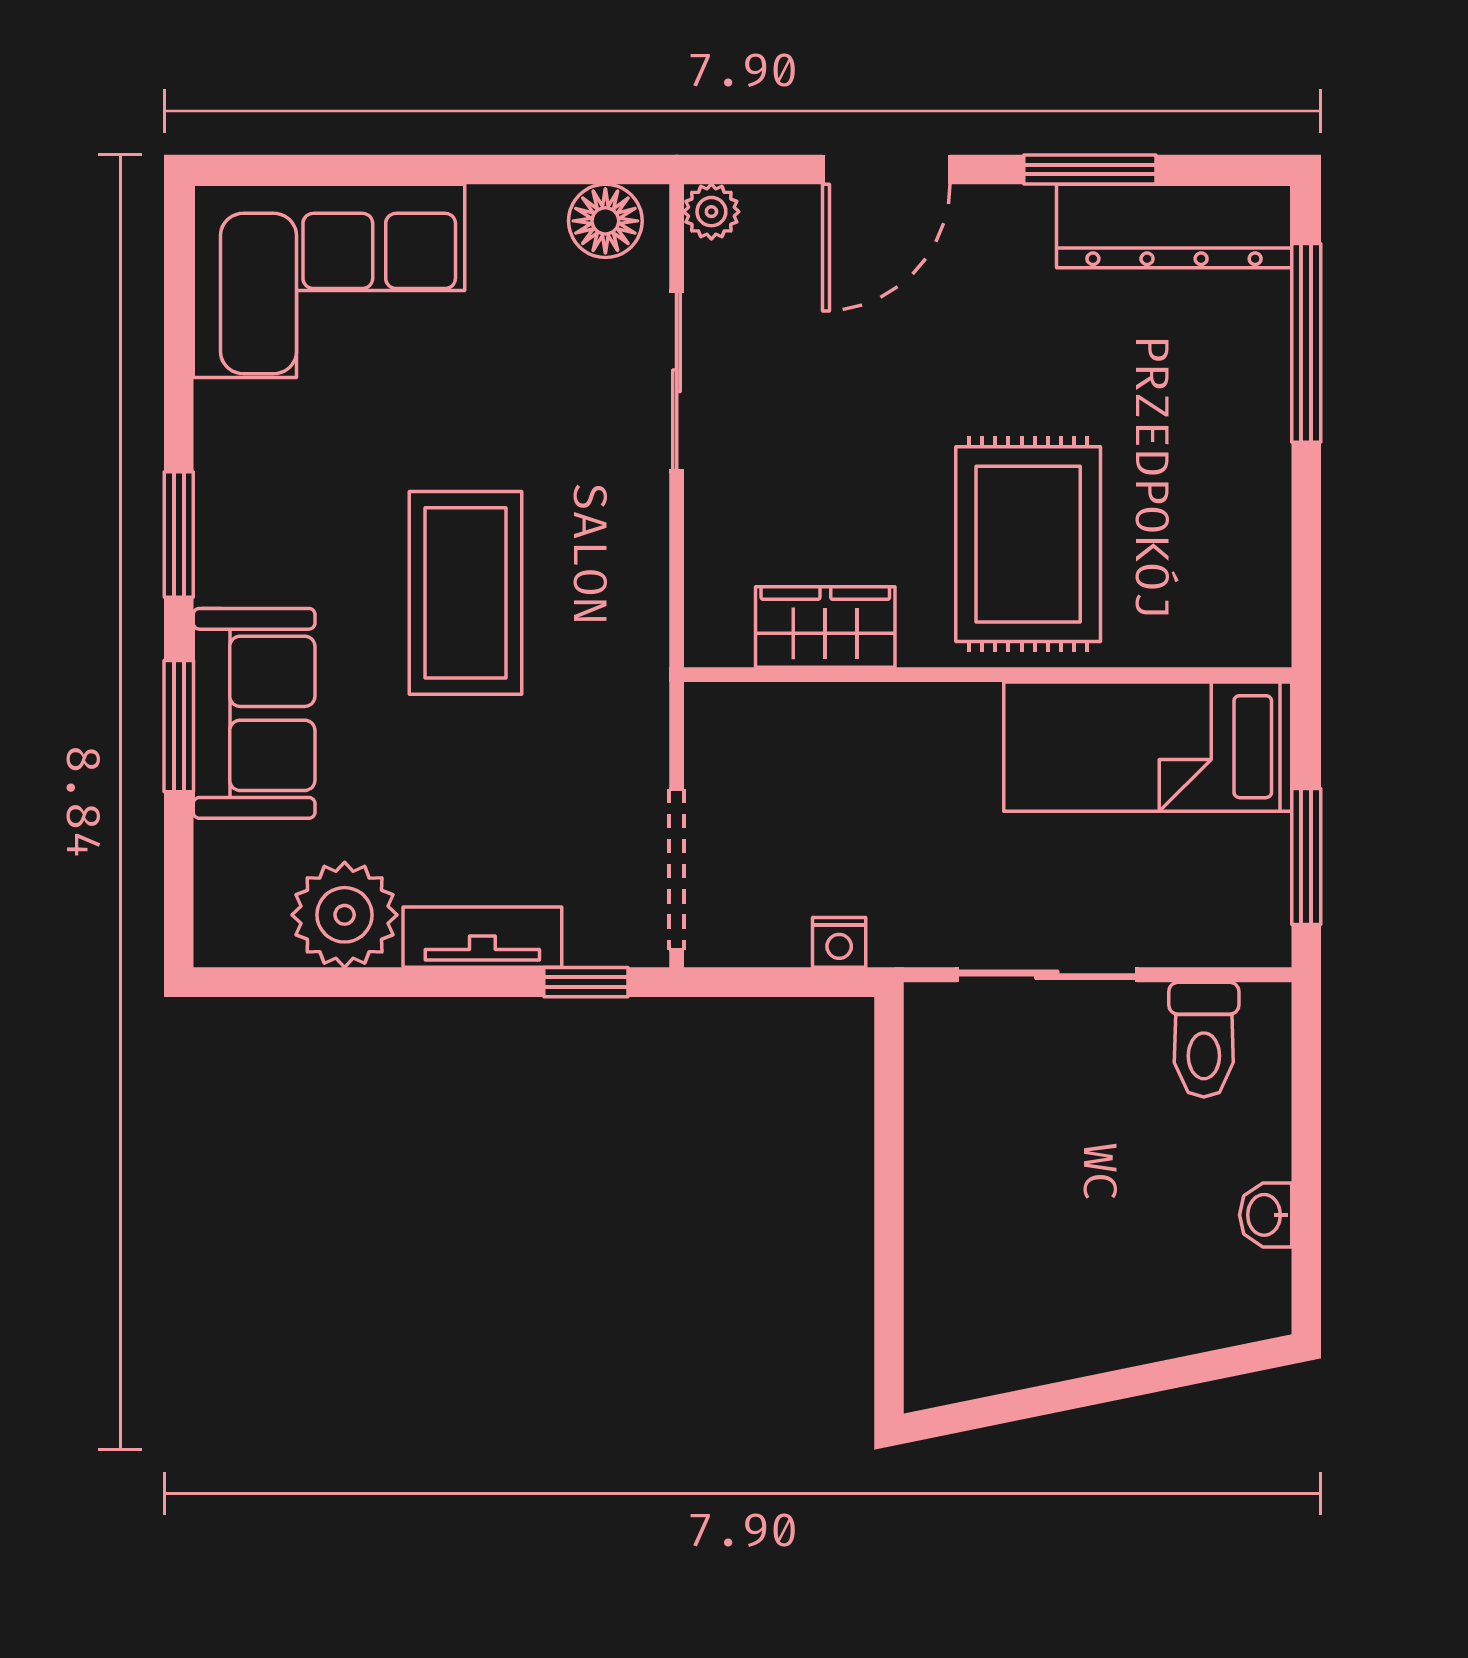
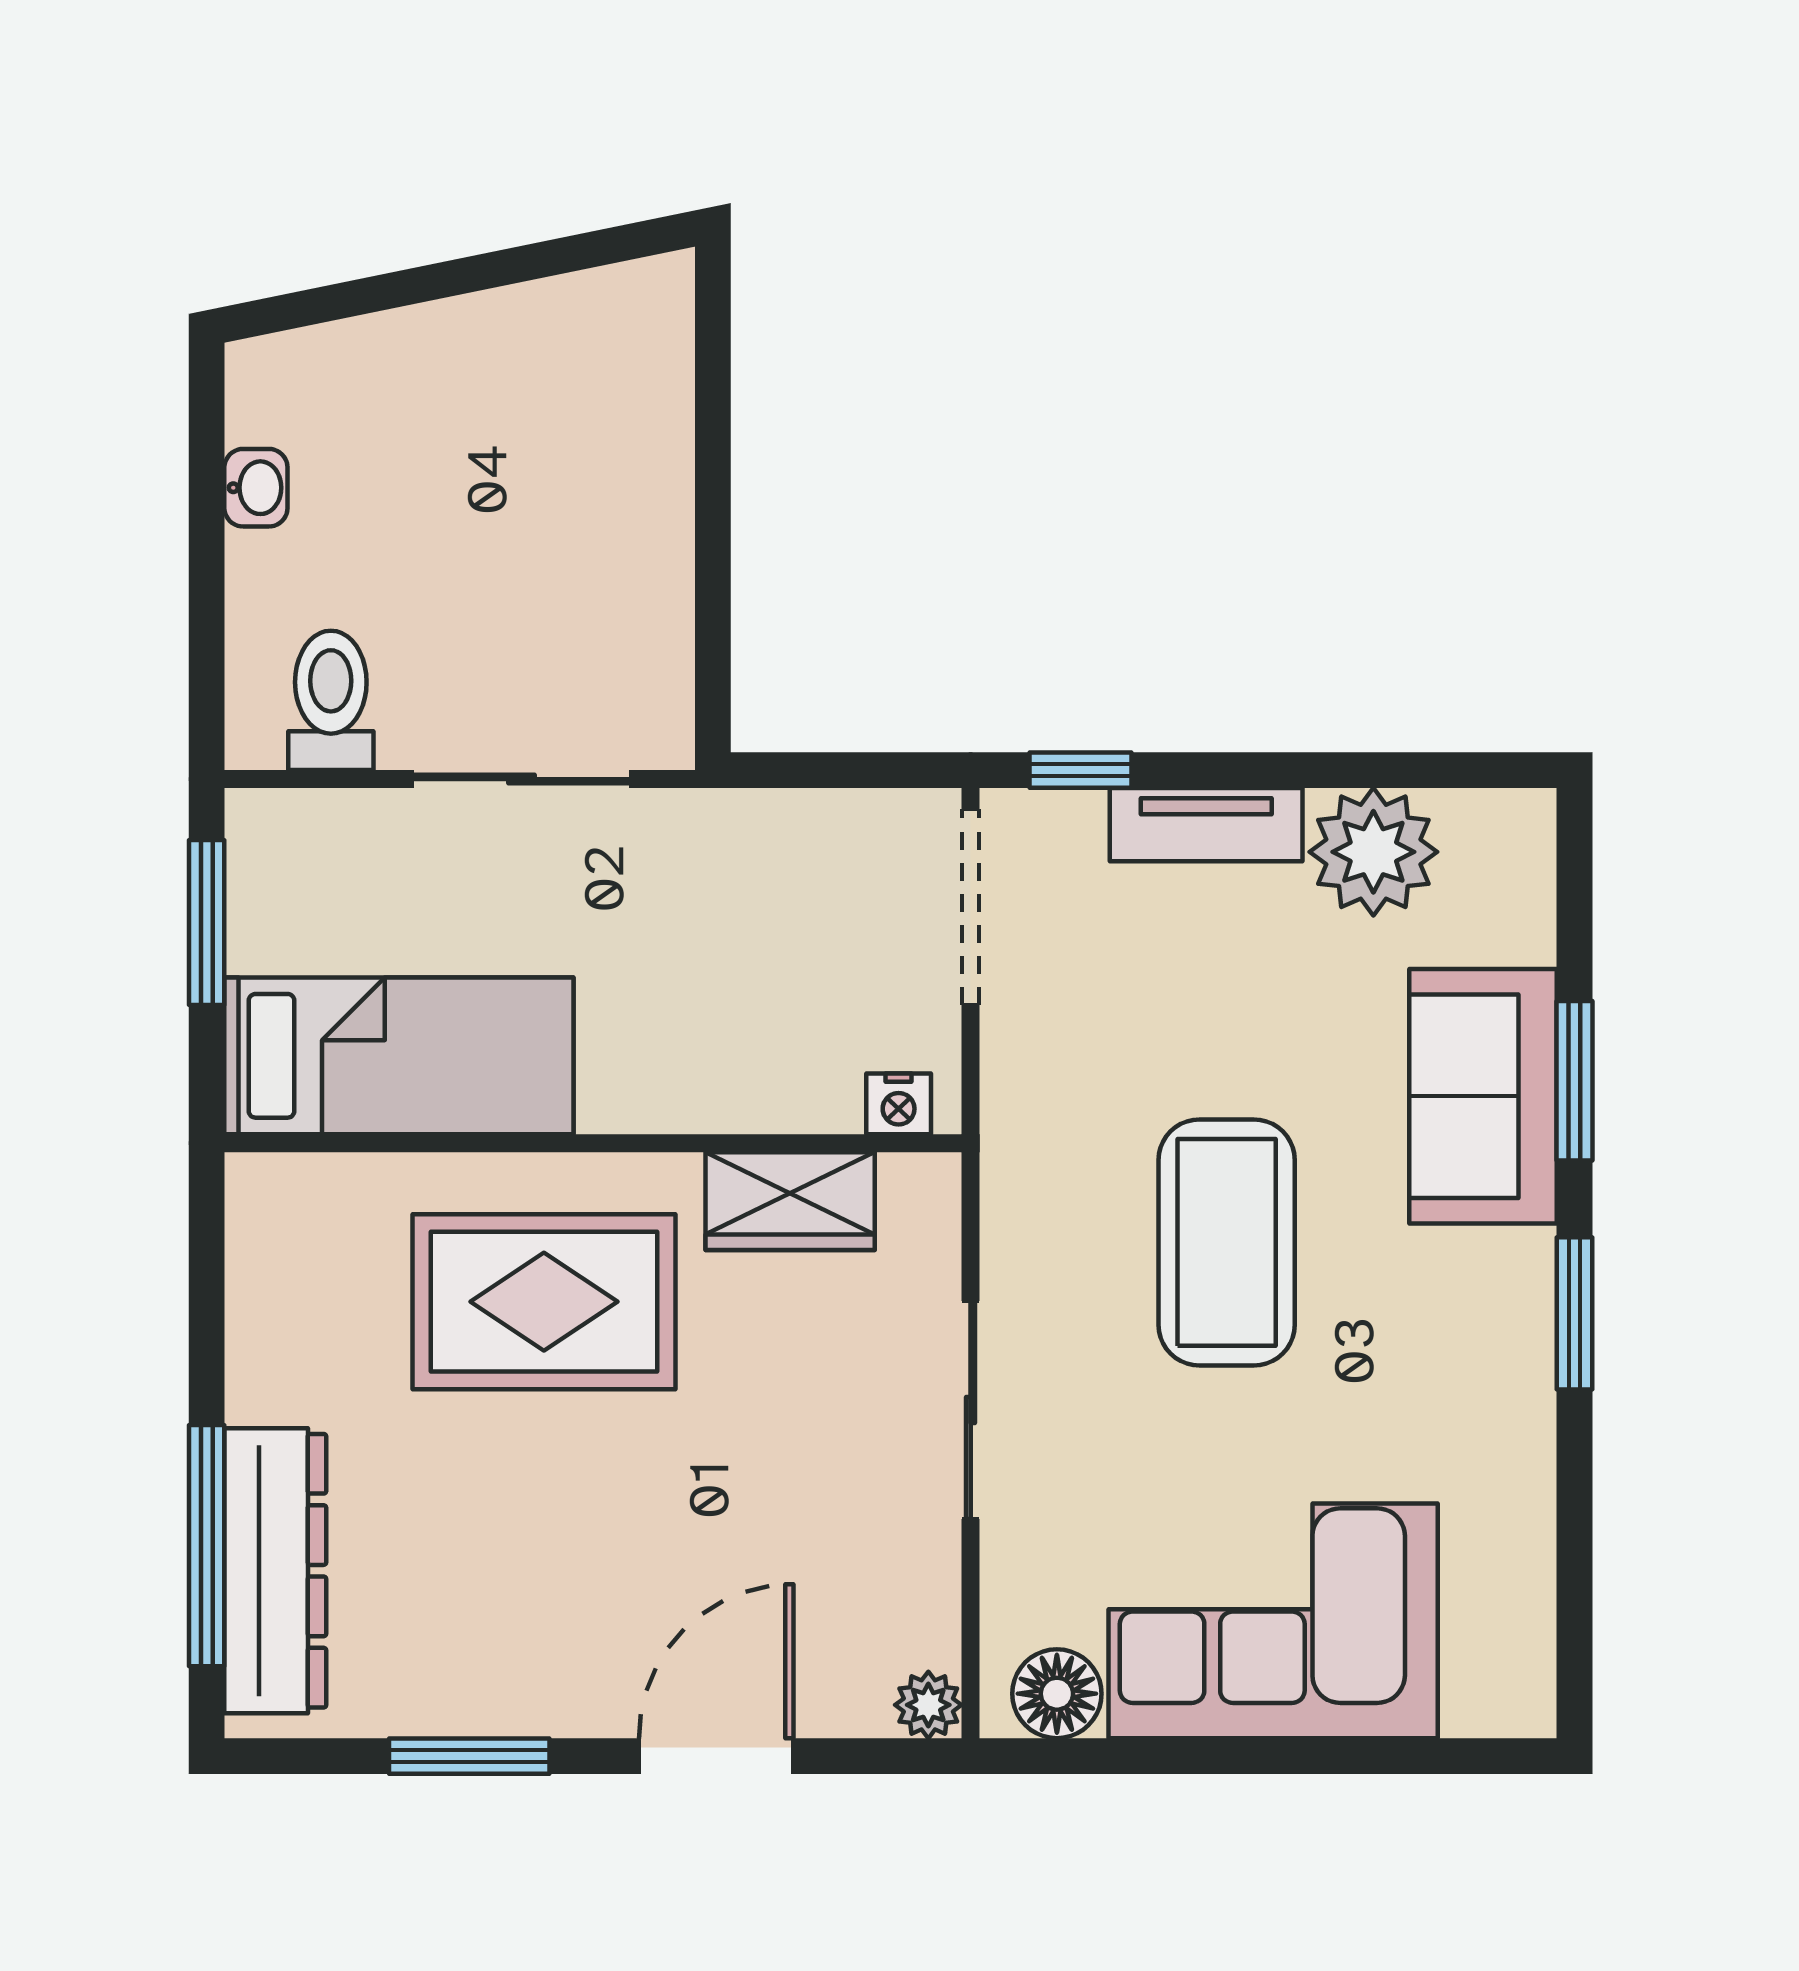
dresser: (1174, 226) -> (275, 1571), moved, turned 90
corner sofa: (329, 281) -> (1273, 1621), moved
sliding door: (677, 381) -> (971, 1410), moved
rug: (1028, 544) -> (544, 1302), turned 90
nightstand: (839, 942) -> (899, 1104), moved, turned 180

